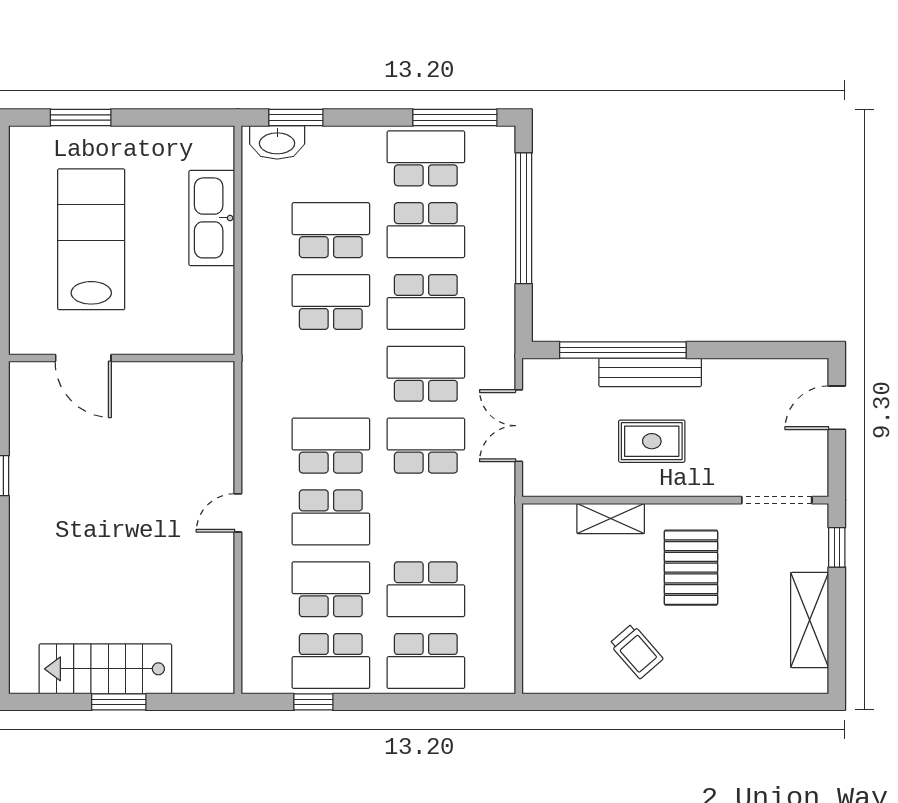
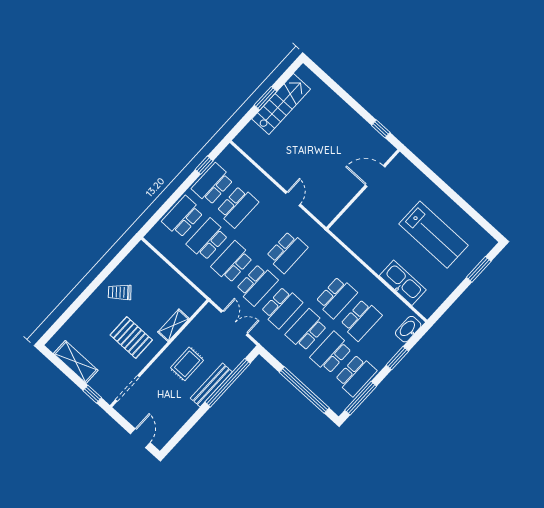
window: (296, 117) -> (397, 358), moved
door: (83, 358) -> (375, 176), moved
wall: (122, 358) -> (363, 189), moved
school desk: (331, 517) -> (232, 262), moved

